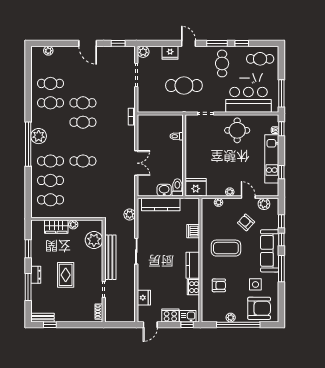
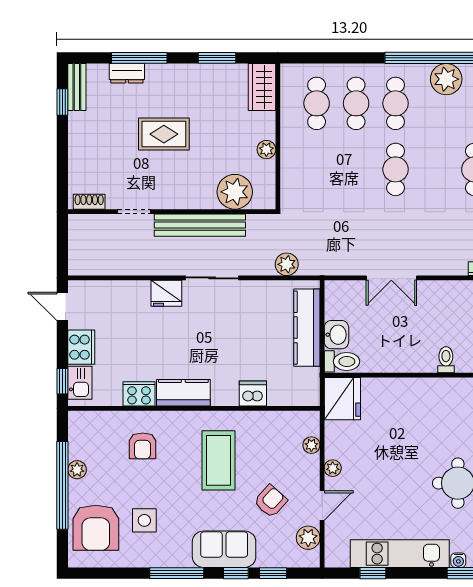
wardrobe: (56, 227) -> (262, 87), moved
sofa: (270, 251) -> (224, 549), width x0.73
dresser: (36, 275) -> (127, 73), moved
fridge: (144, 298) -> (166, 293), moved

